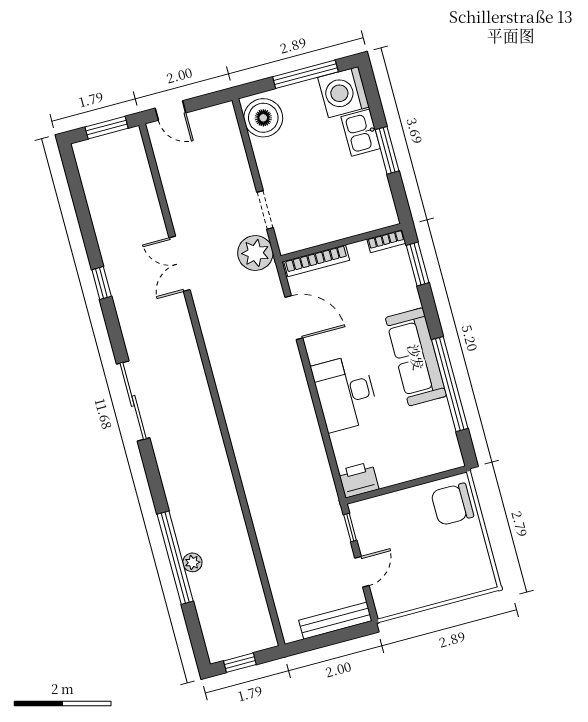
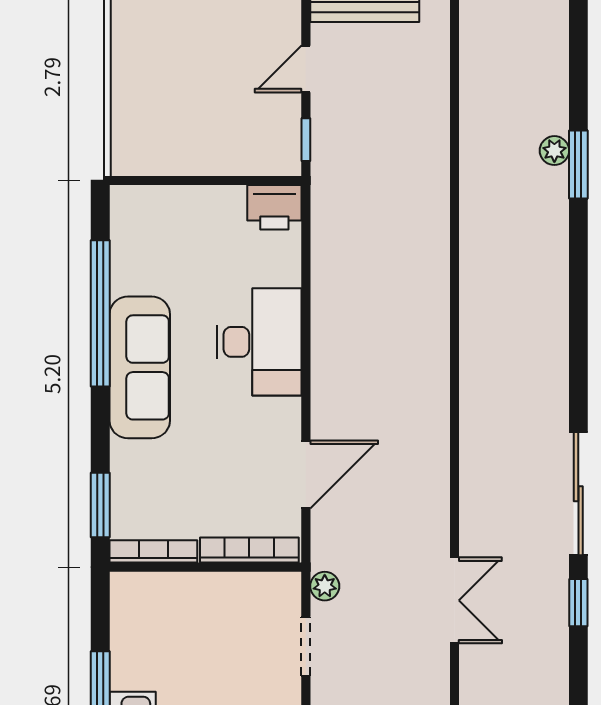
bookcase: (386, 241) -> (153, 551), width x1.56
plant: (255, 253) -> (325, 586), width x0.53, depth x0.53
door: (294, 318) -> (306, 474), swing flipped
sliding door: (133, 401) -> (578, 494), moved
chair: (452, 504) -> (144, 134), removed
window: (175, 558) -> (578, 165), width x0.47

